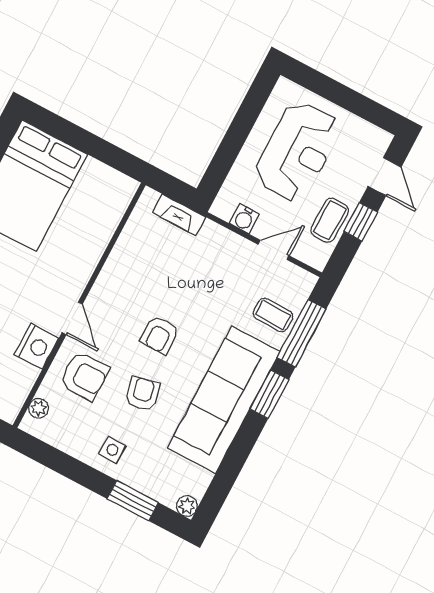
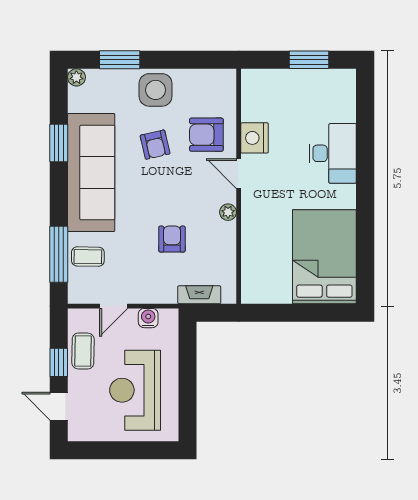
armchair: (160, 335) -> (172, 239), moved
window: (269, 394) -> (59, 143), moved
plant: (39, 408) -> (228, 212), moved
side table: (112, 450) -> (156, 90), width x1.87, depth x1.87

